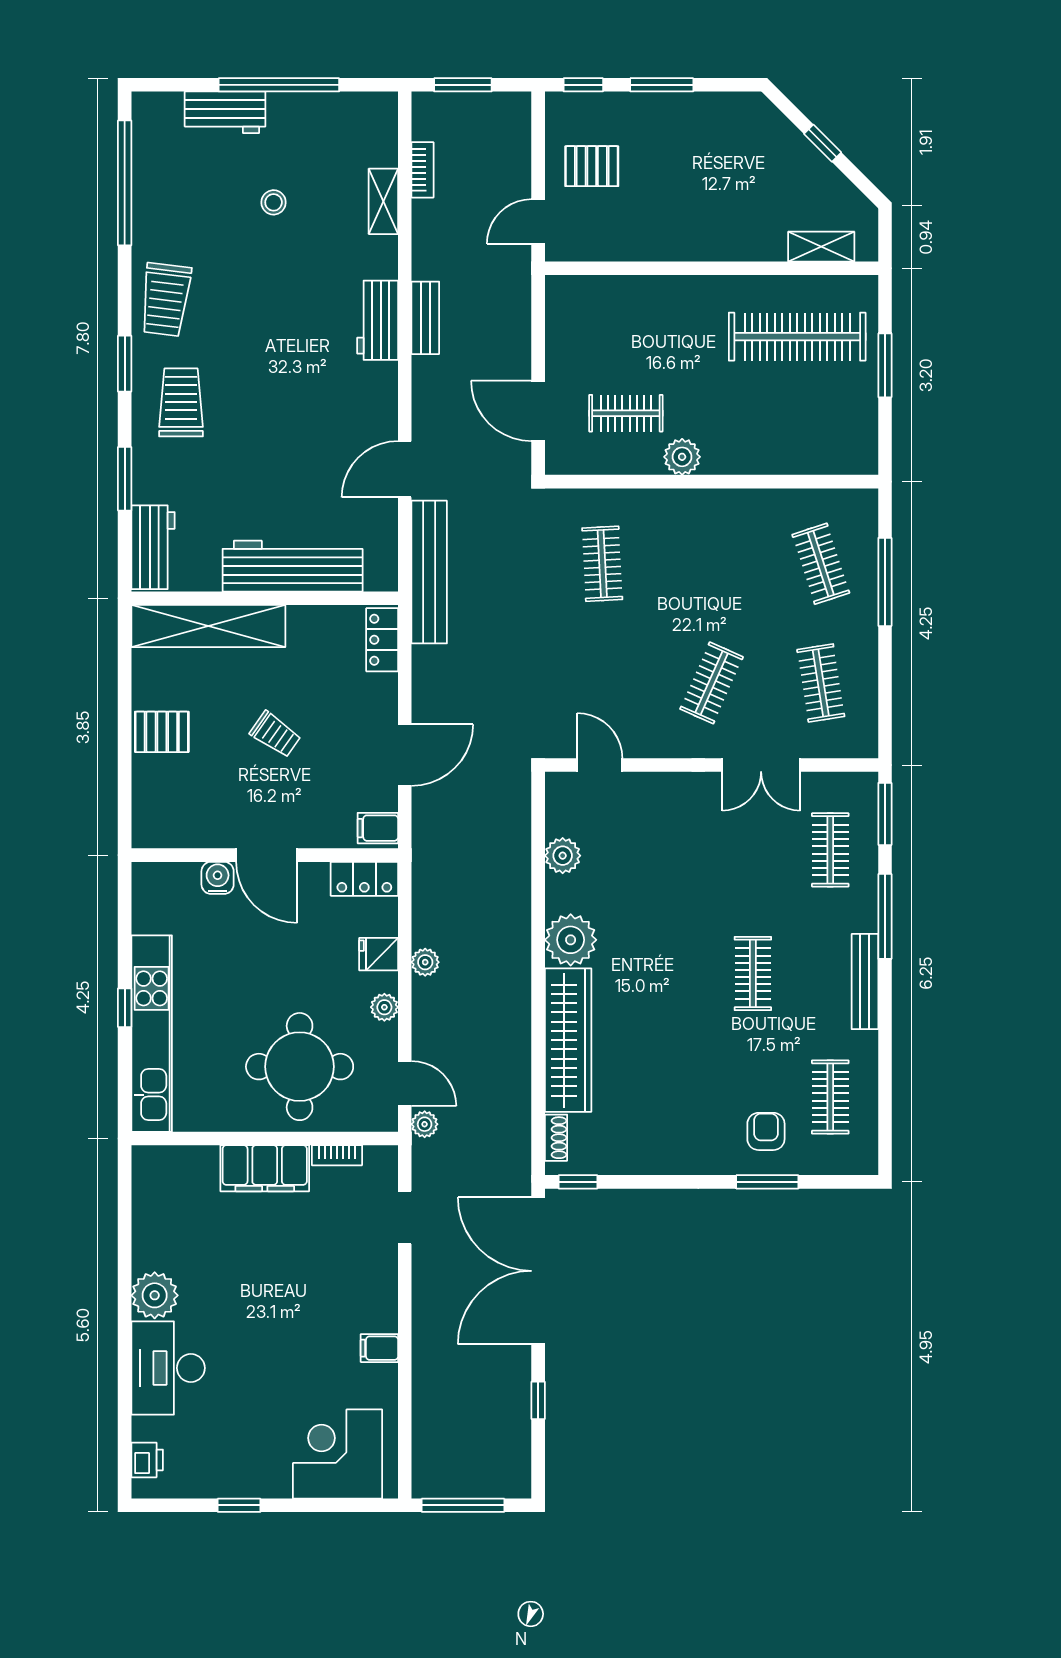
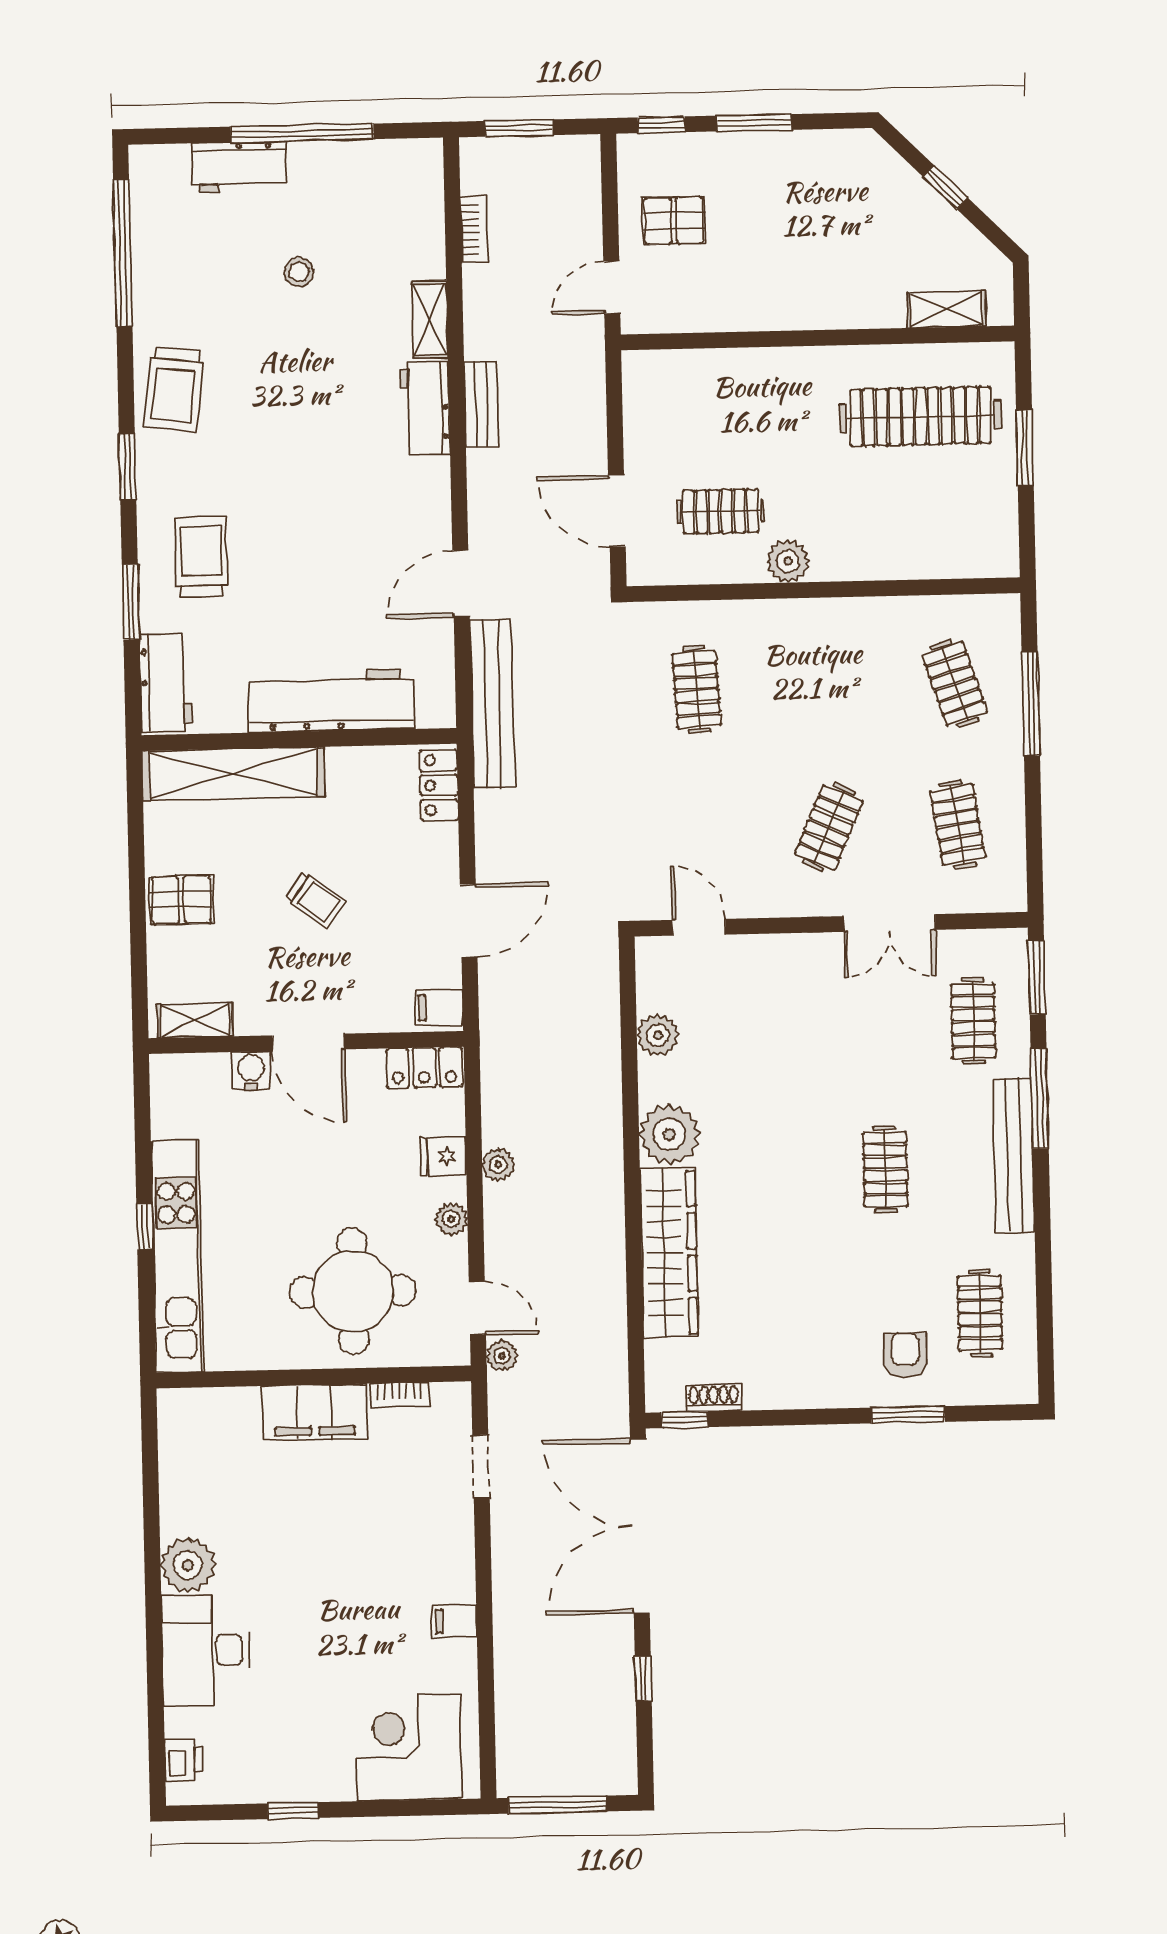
shelving: (383, 201) -> (430, 319), moved
trolley: (181, 402) -> (201, 557), moved
shelving: (171, 834) -> (195, 1020), added
bench: (865, 982) -> (1014, 1155), width x1.37, depth x1.21
shoe rack: (556, 1138) -> (714, 1398), moved, turned -90

